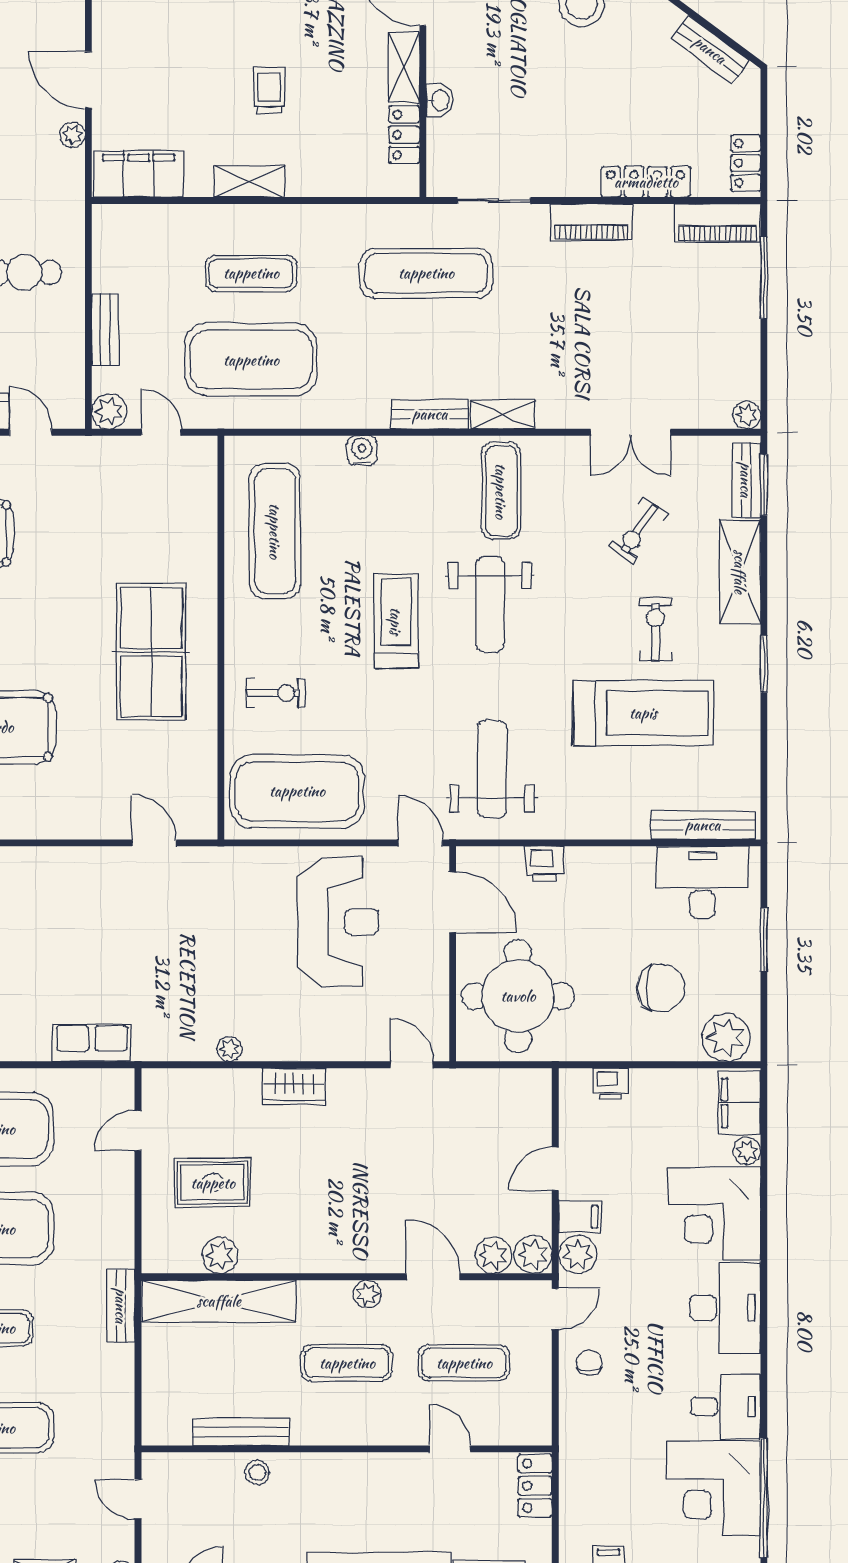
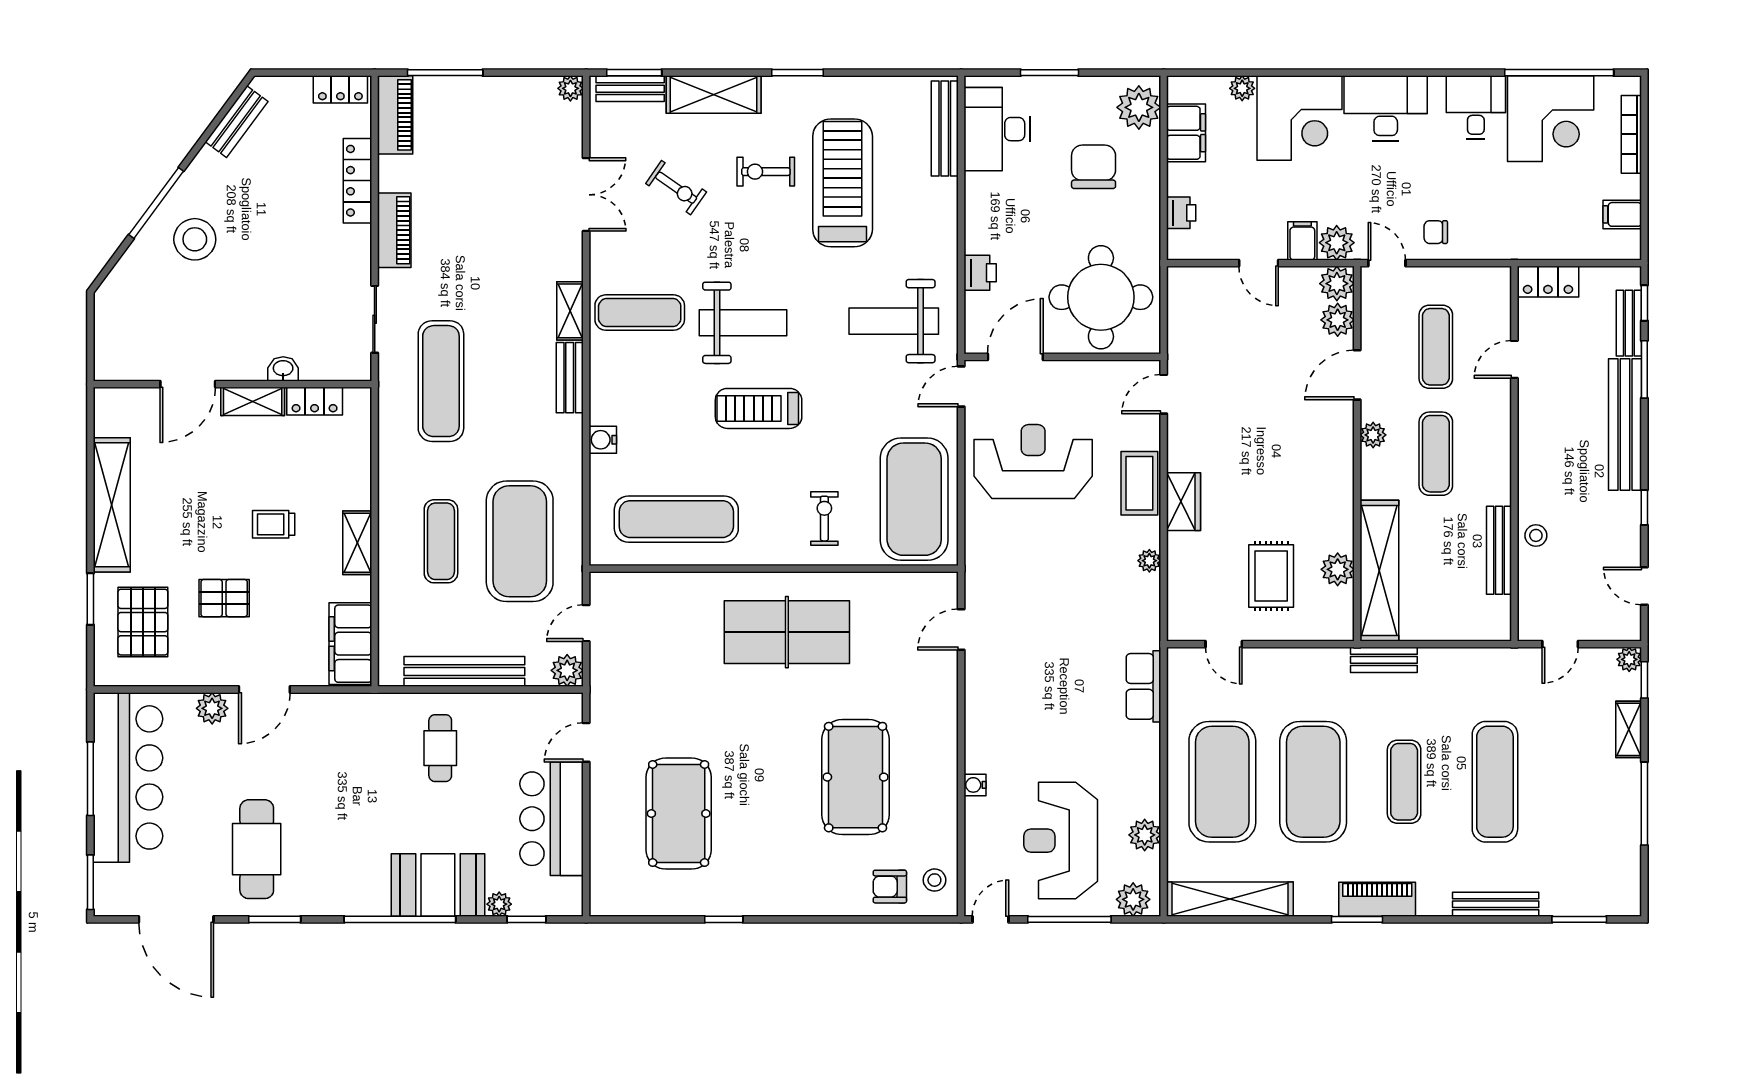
pallet: (188, 36) -> (224, 598), added
plant: (73, 135) -> (212, 708), moved, width x1.38, depth x1.38
bench: (105, 330) -> (464, 671), width x1.86, depth x1.21
coffee table: (314, 1038) -> (1139, 483), added
filing cabinet: (739, 1103) -> (1186, 133), moved, turned -90

